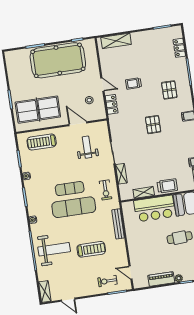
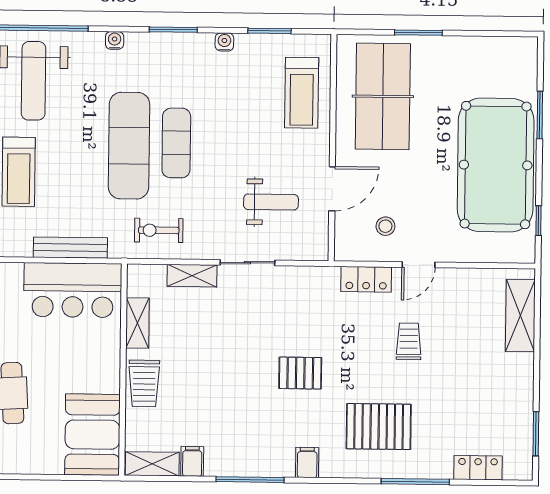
pallet: (169, 90) -> (379, 427), width x1.50, depth x1.42
treadmill: (42, 142) -> (302, 93), turned 180
bar counter: (155, 208) -> (73, 290), moved, turned -90

